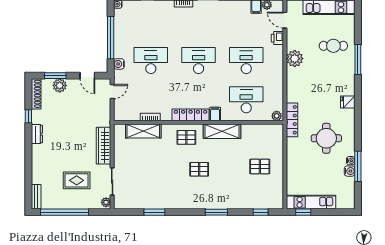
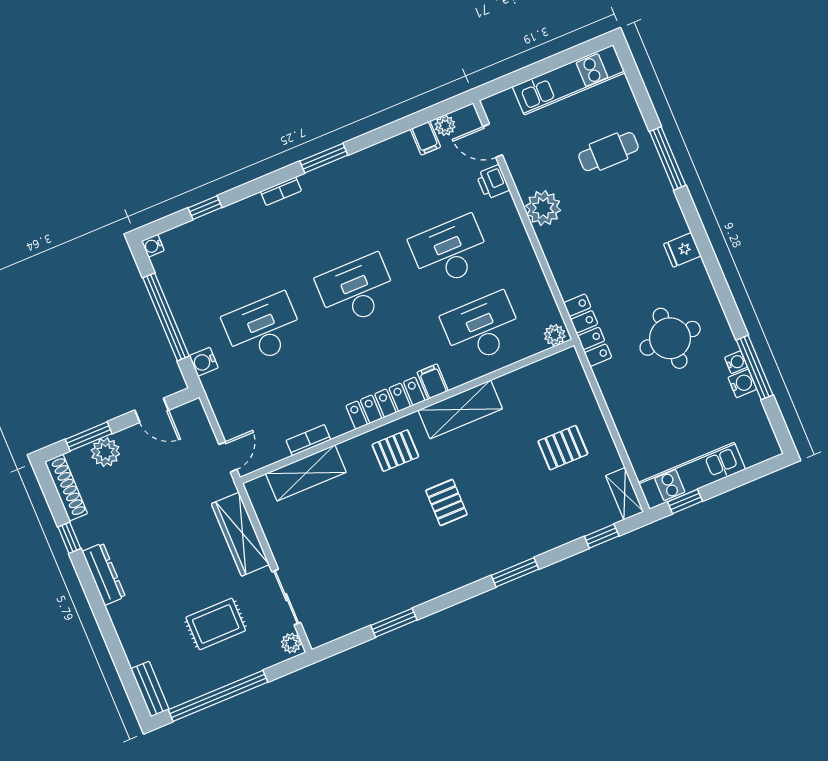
door: (112, 92) -> (228, 457), moved
dresser: (37, 134) -> (104, 574), width x1.44
pallet: (199, 169) -> (446, 502), turned 90
shelving: (278, 198) -> (625, 494), added

